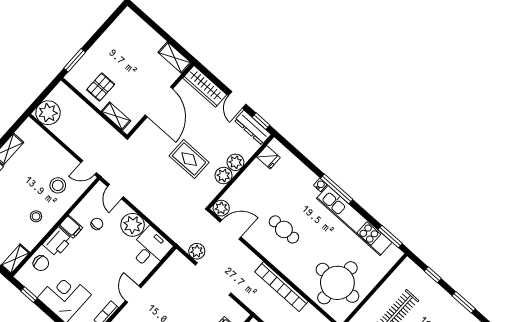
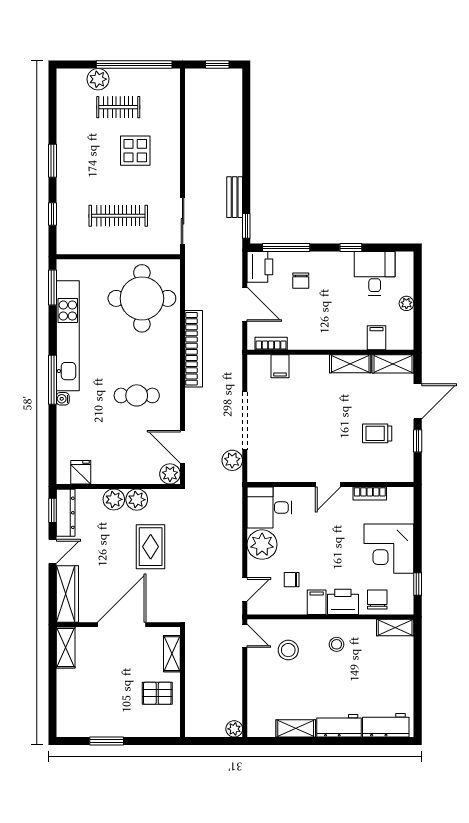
window: (75, 60) -> (107, 741), moved
plant: (48, 113) -> (234, 729), width x0.53, depth x0.53
cafe table: (284, 229) -> (137, 395), turned 90

